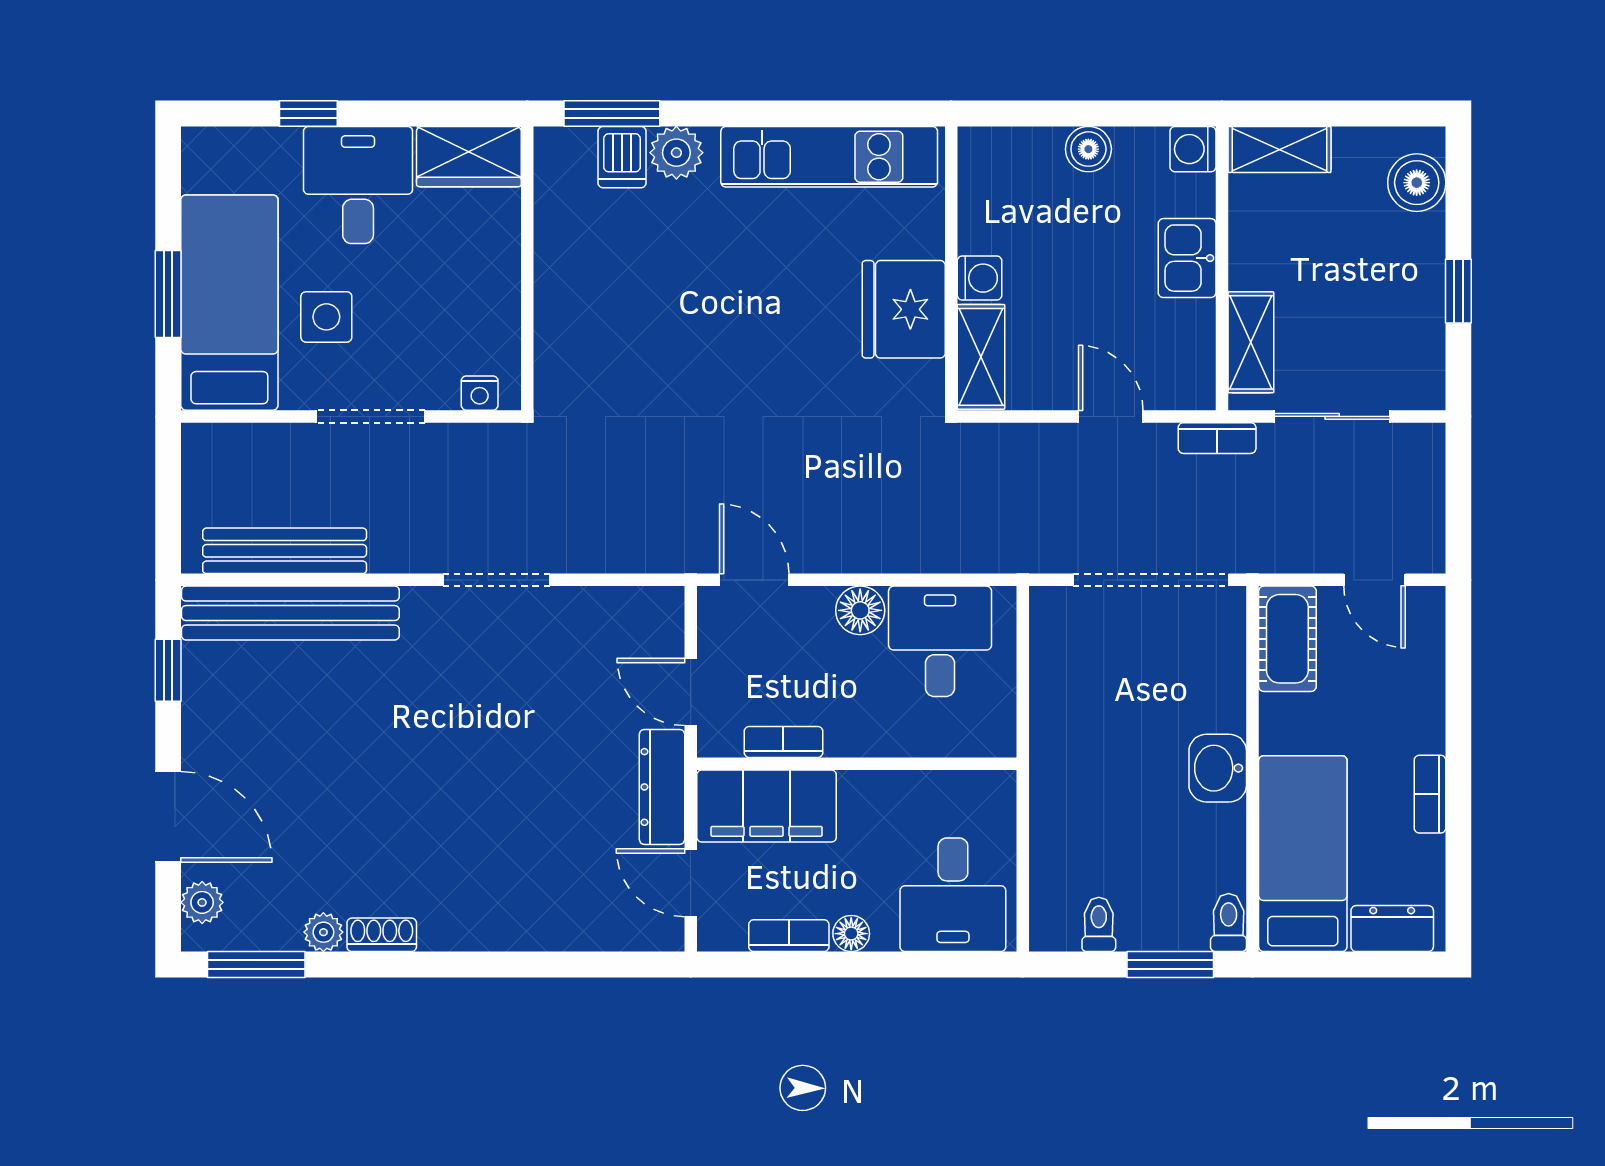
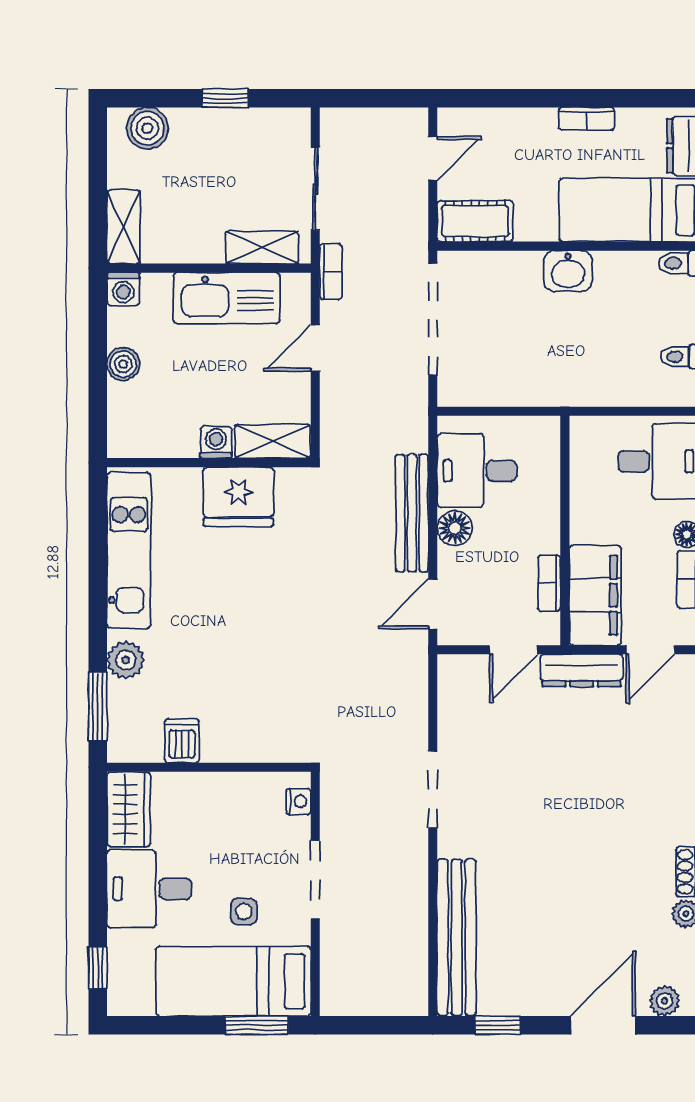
window: (308, 113) -> (98, 968), moved
dishwasher: (622, 157) -> (182, 741), moved, turned -90
kitchen sink: (1187, 258) -> (226, 298), width x1.87, depth x1.24
window: (168, 294) -> (257, 1025), moved
side table: (326, 317) -> (244, 912), width x0.73, depth x0.73
bench: (285, 551) -> (412, 513), moved

